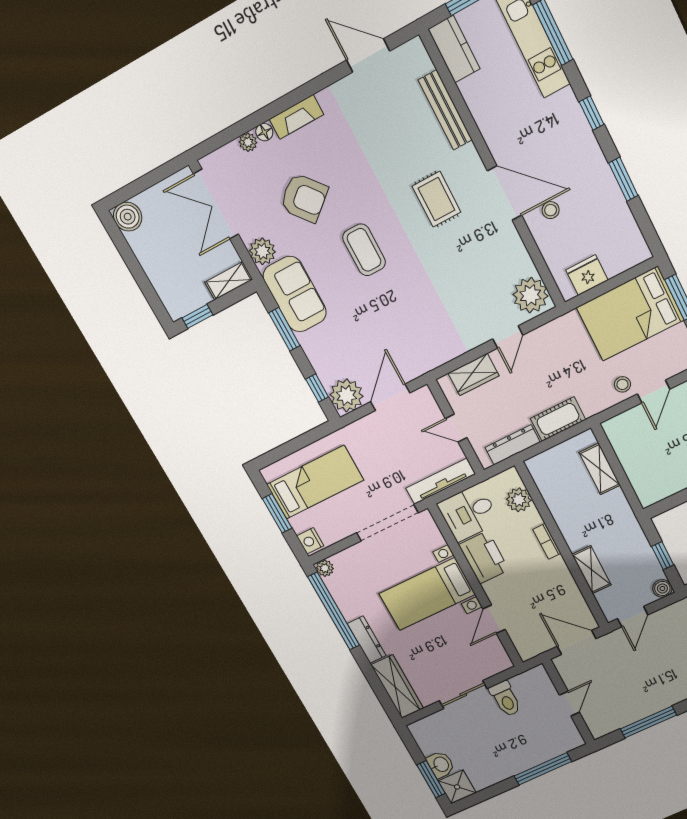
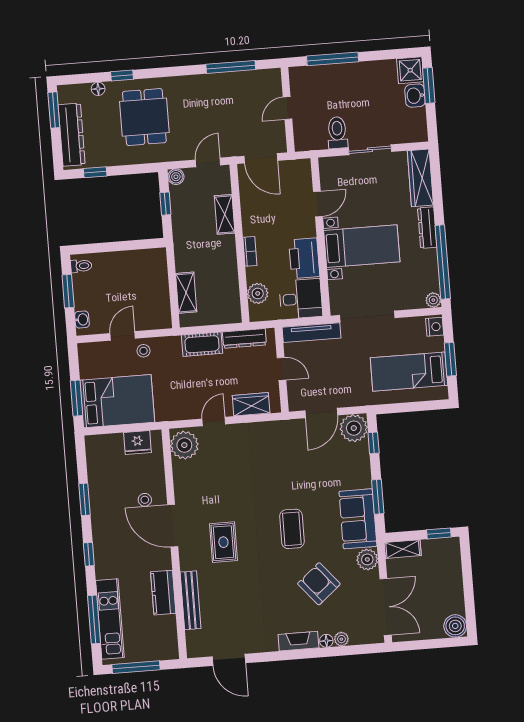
kitchen counter: (454, 49) -> (163, 593), moved

